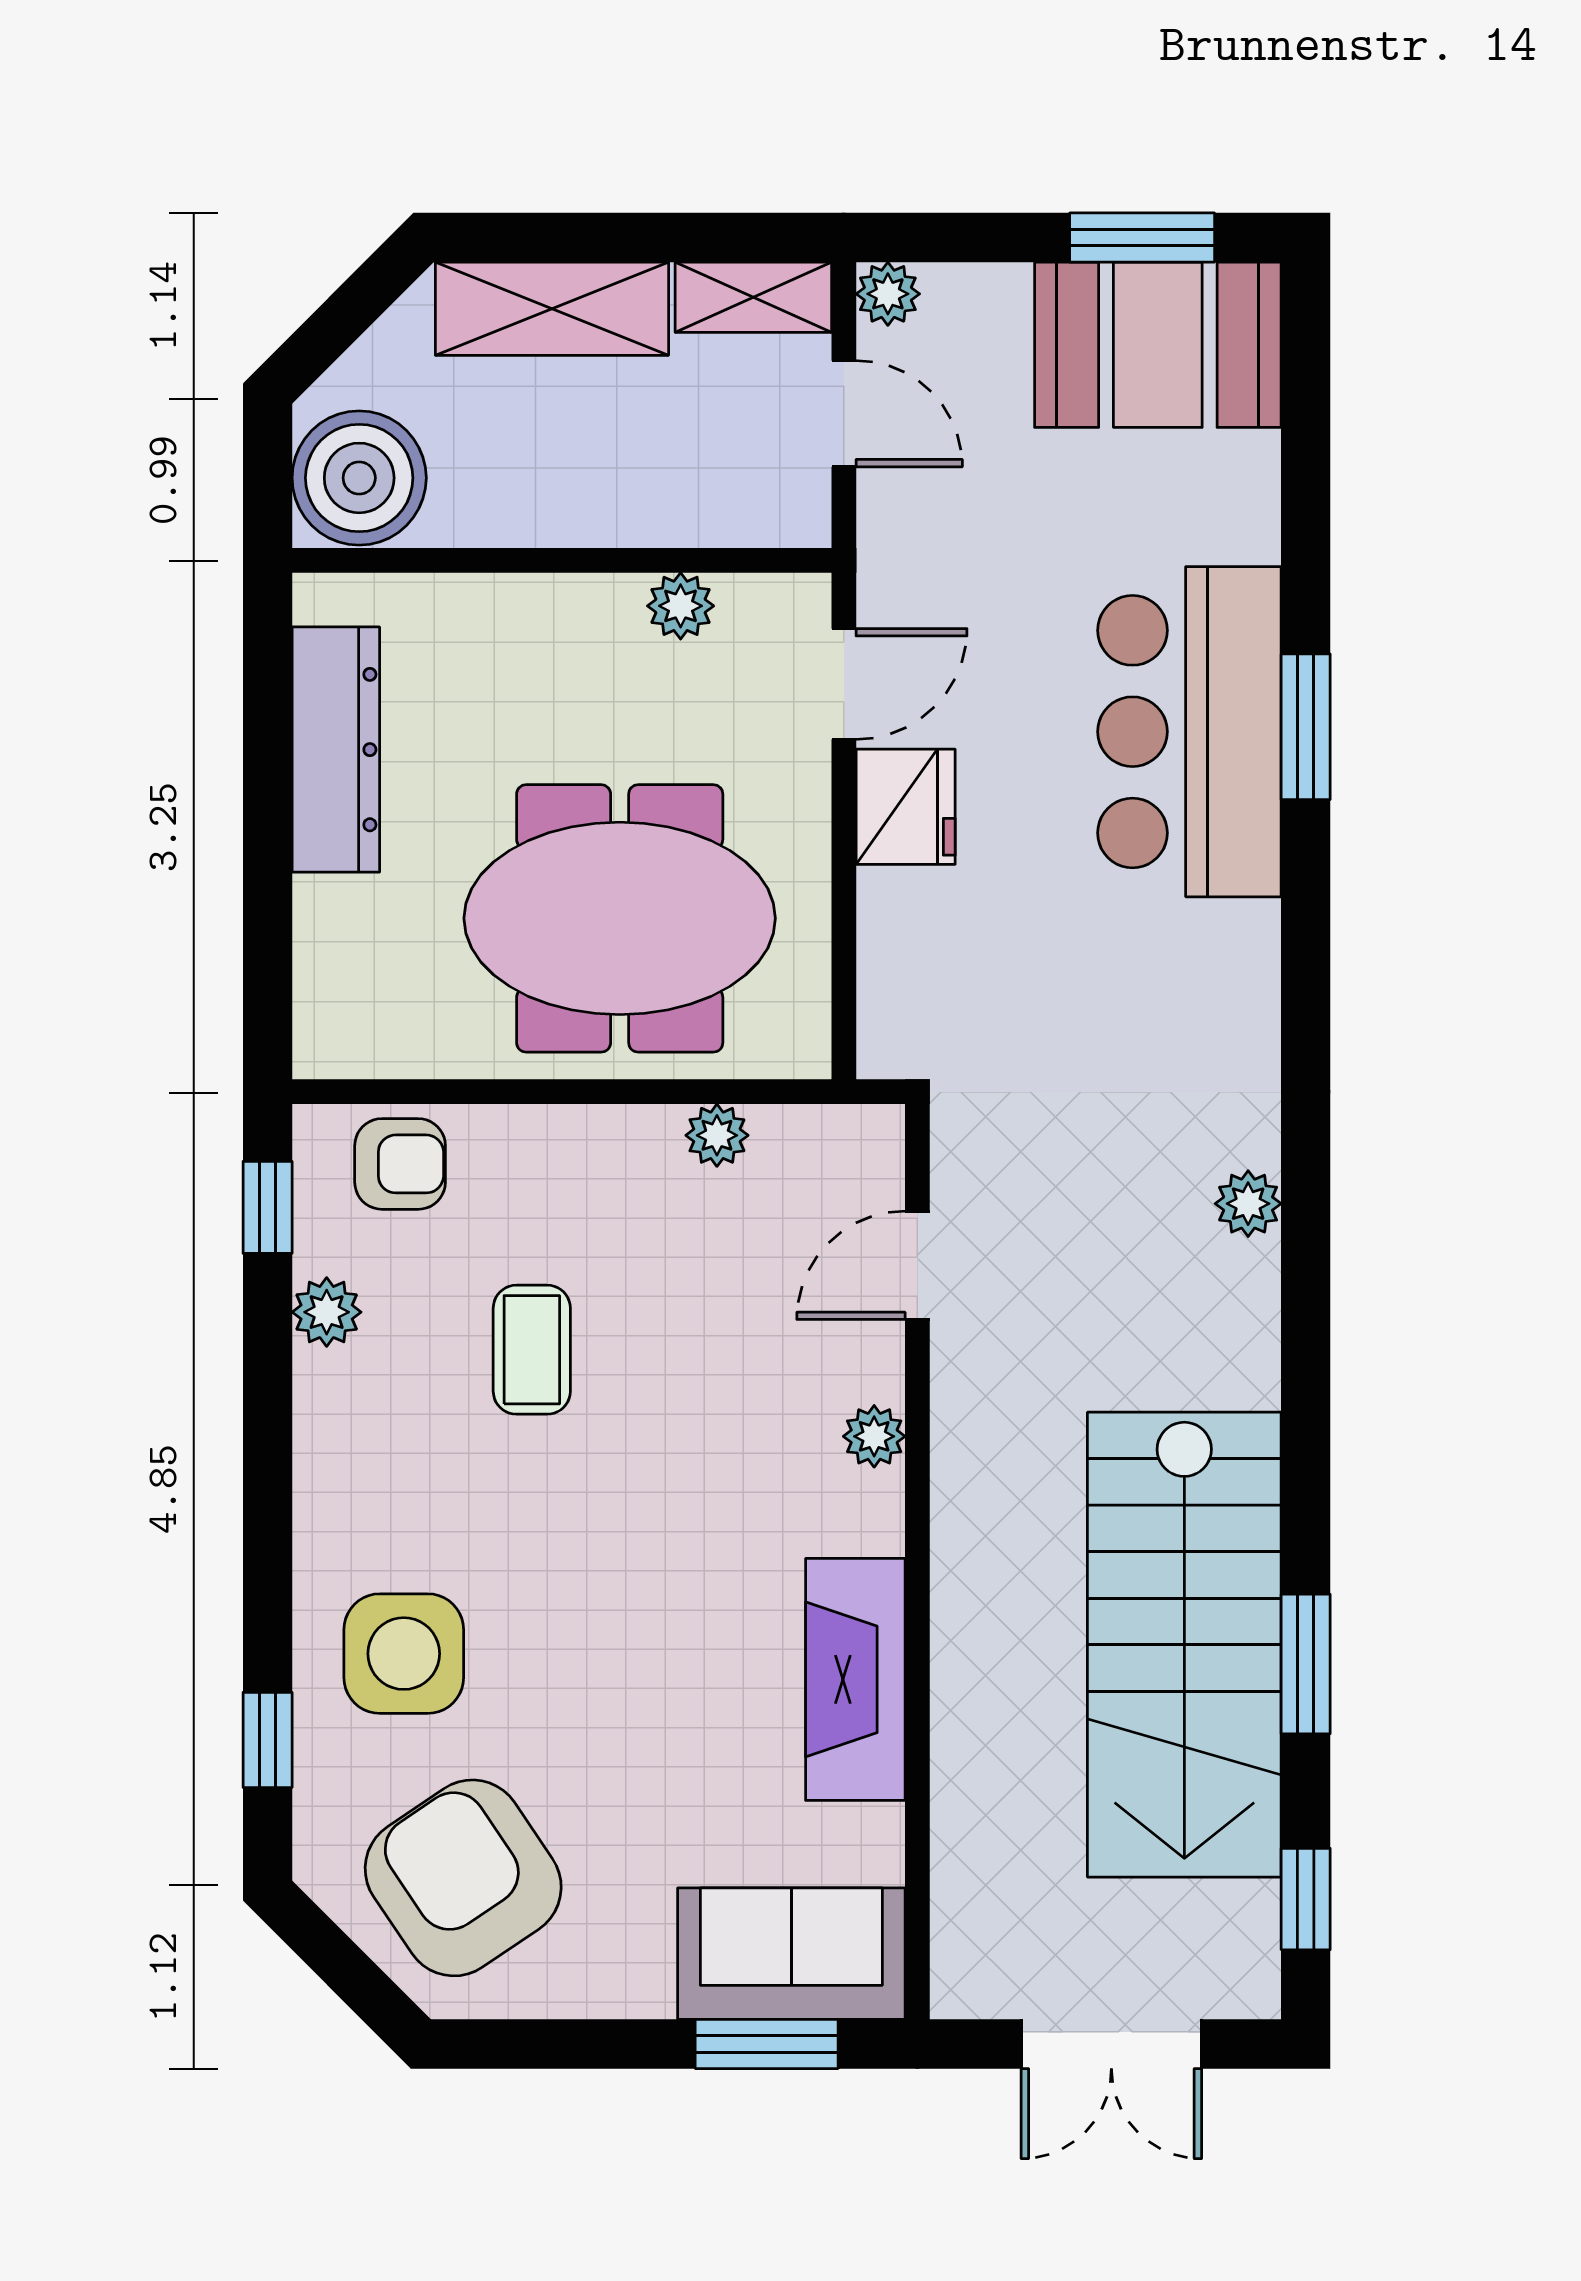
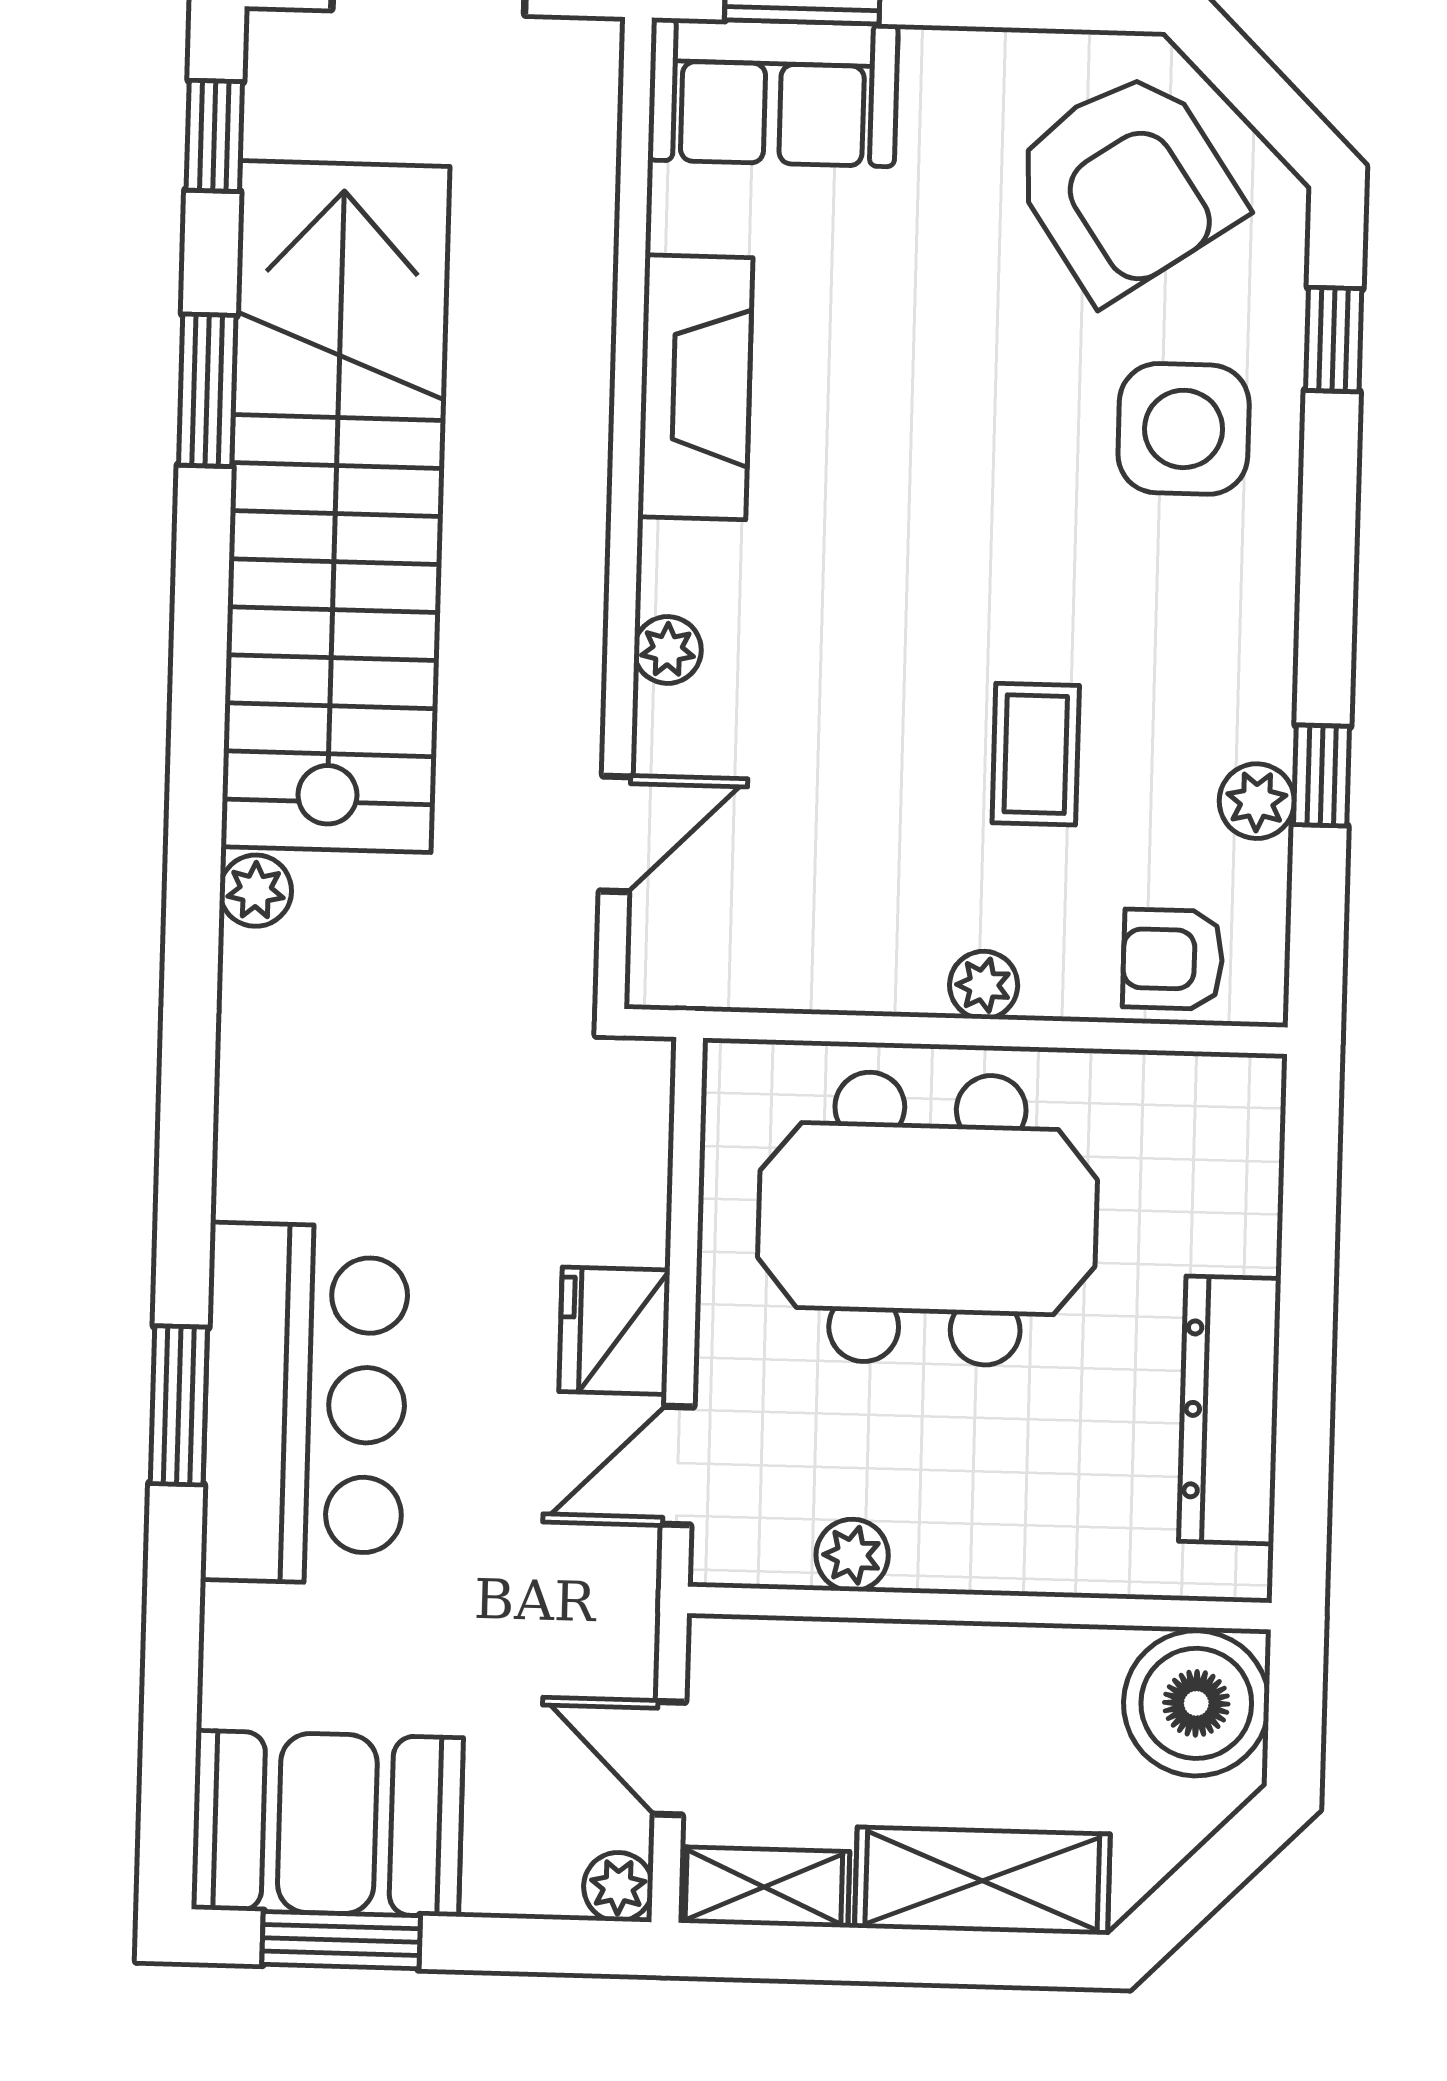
plant: (717, 1135) -> (984, 985), moved
window: (268, 1207) -> (1321, 775), moved
stairs: (1184, 1645) -> (336, 507), width x1.36

